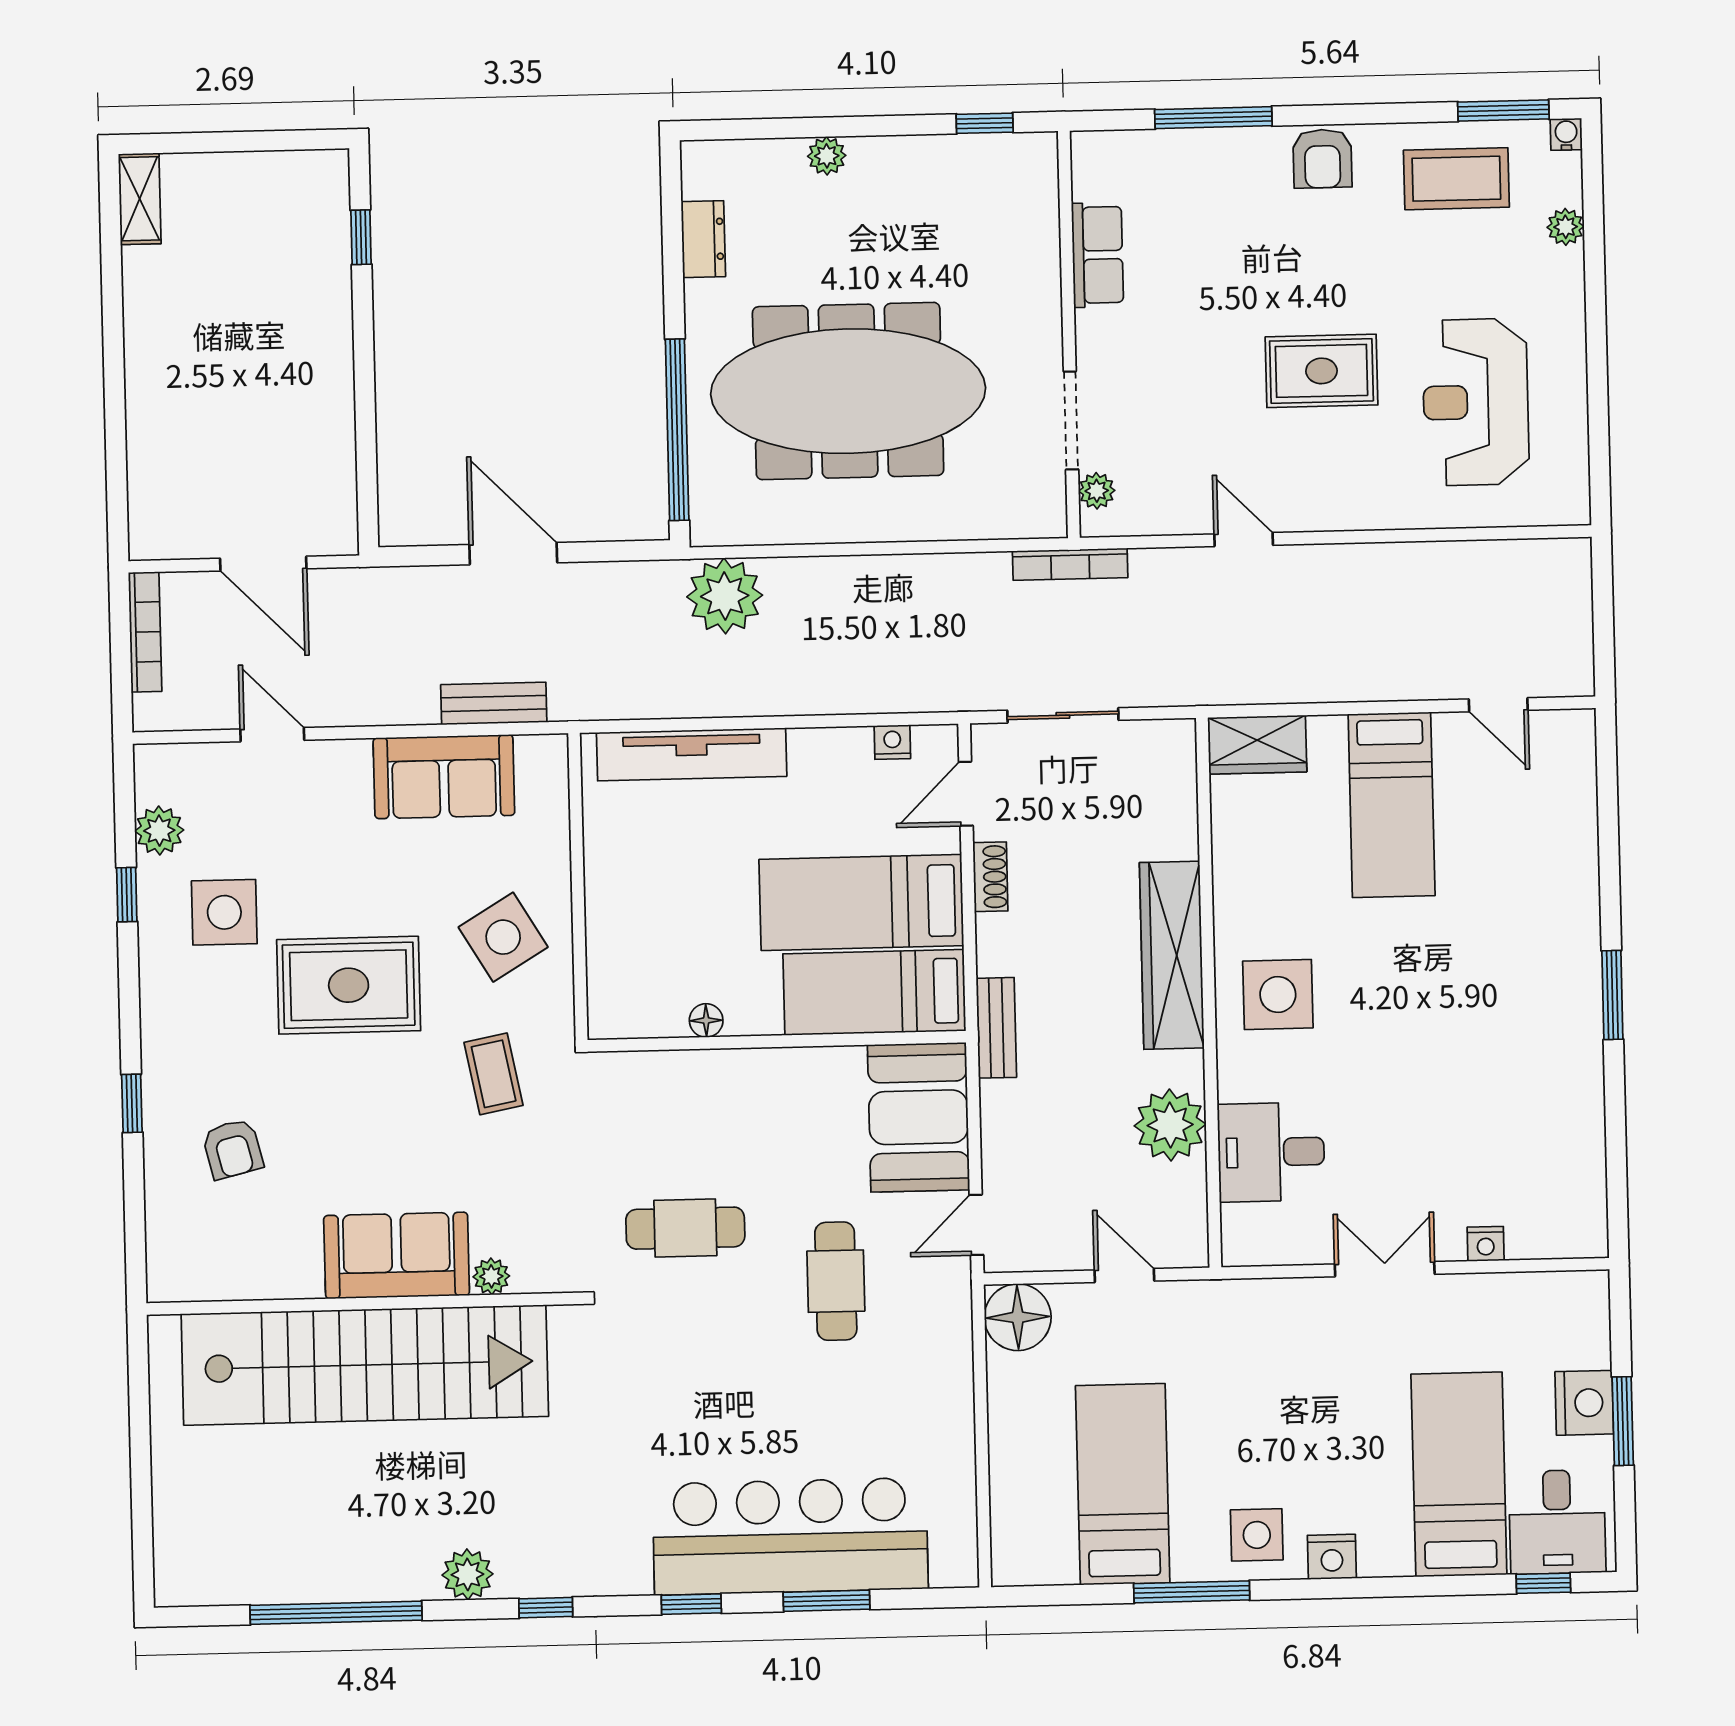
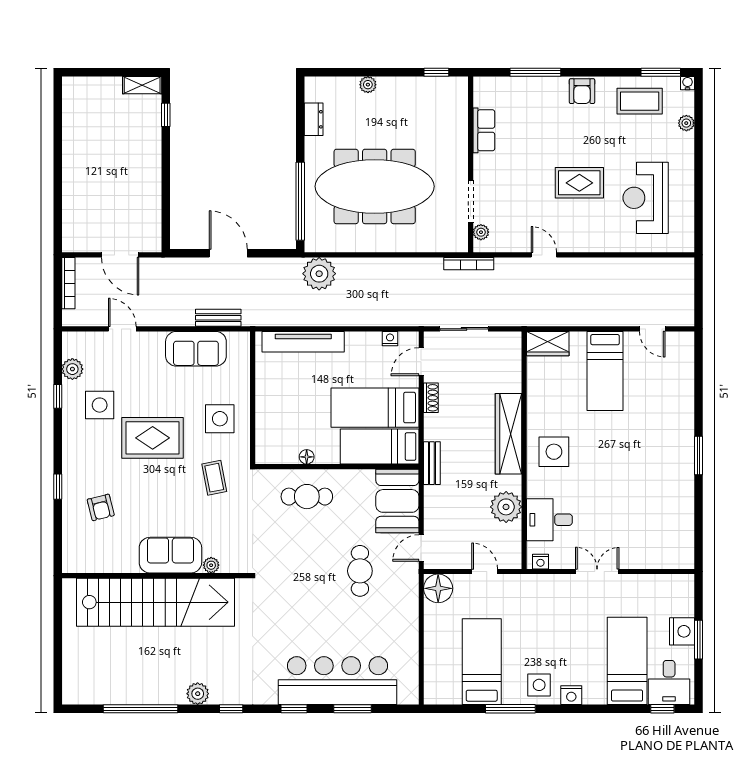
shelving: (140, 199) -> (142, 85), moved, turned 90
side table: (503, 937) -> (220, 419), turned 31
cafe table: (685, 1228) -> (307, 497), moved
nightstand: (1486, 1244) -> (540, 562), moved

